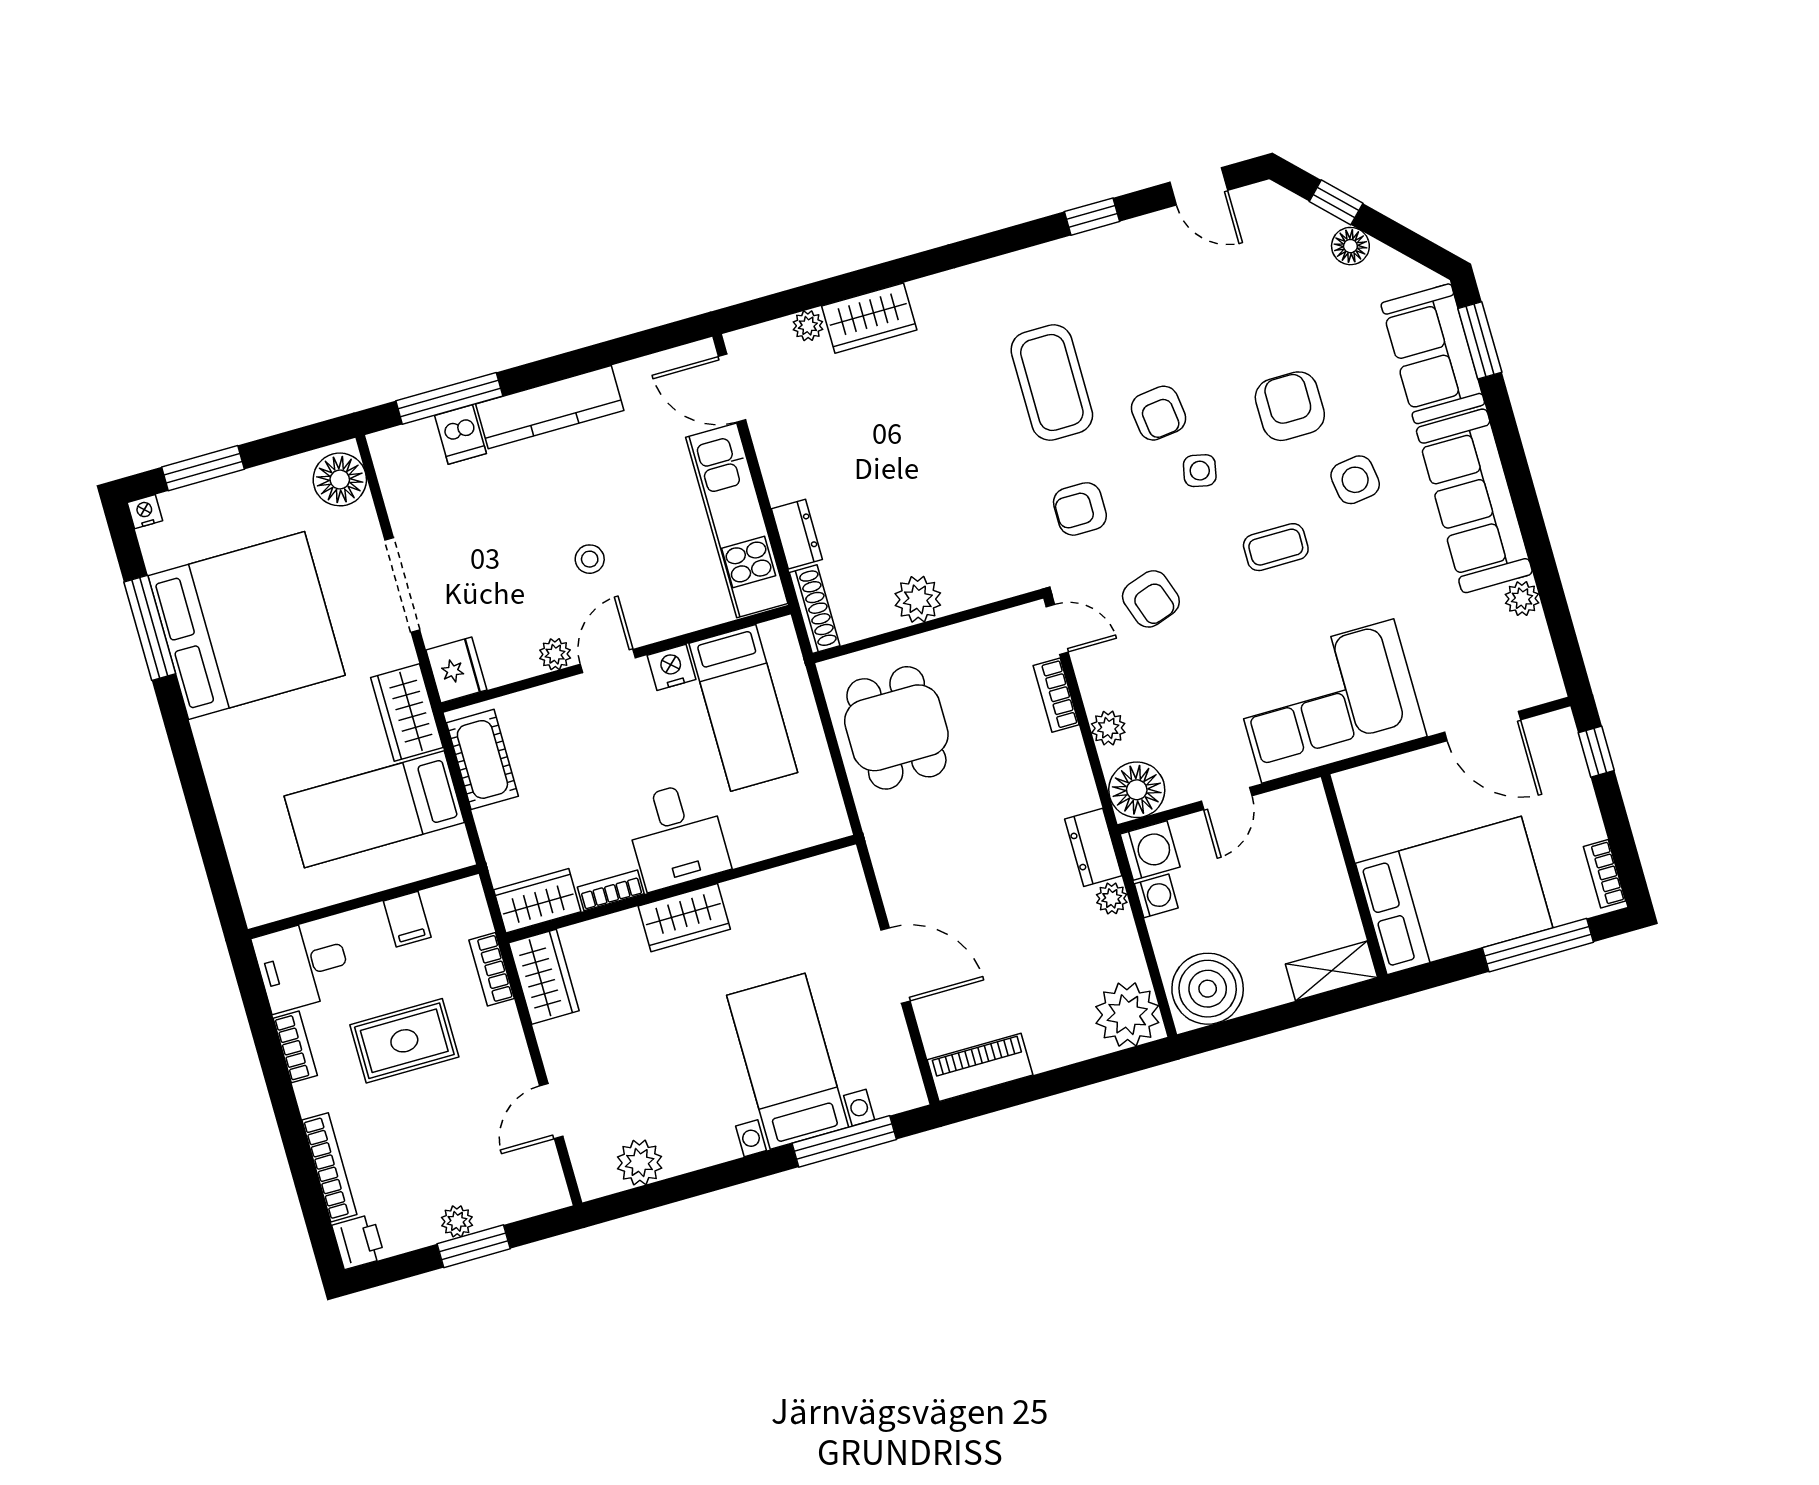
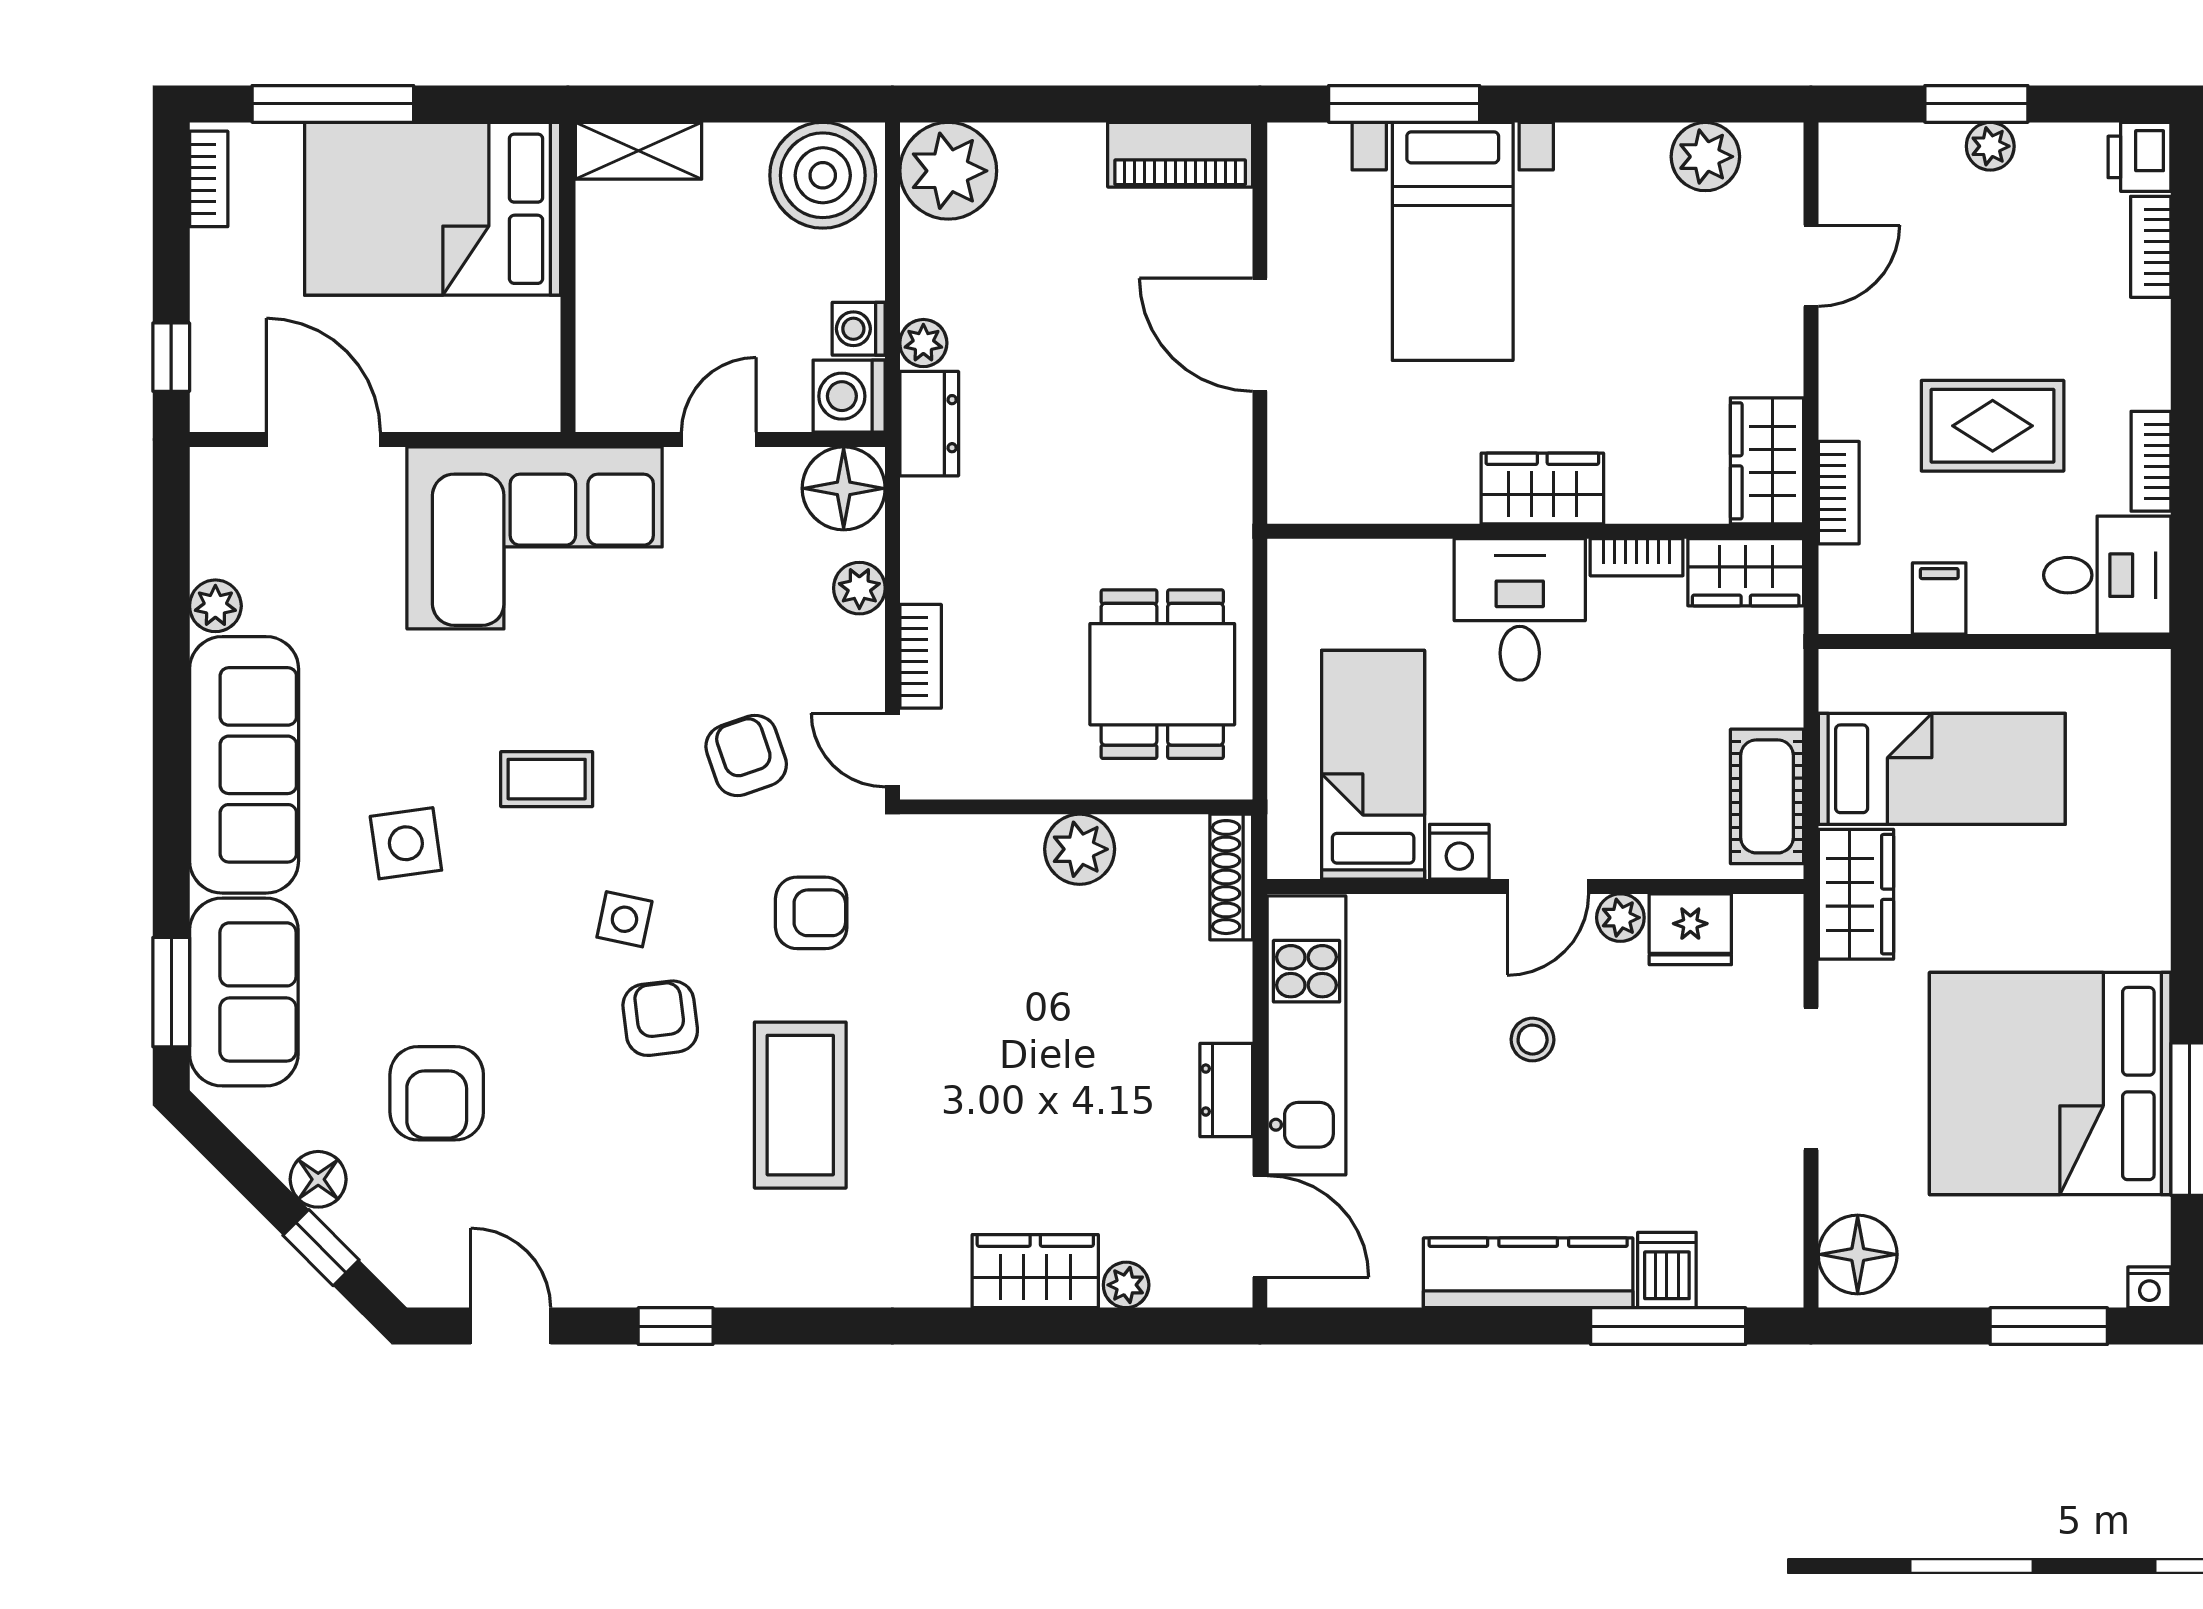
armchair: (1290, 406) -> (437, 1093), moved
dresser: (797, 534) -> (1226, 1090), moved
fridge: (456, 670) -> (1690, 929), moved, turned -90
bookcase: (329, 1167) -> (2151, 247), width x0.64

